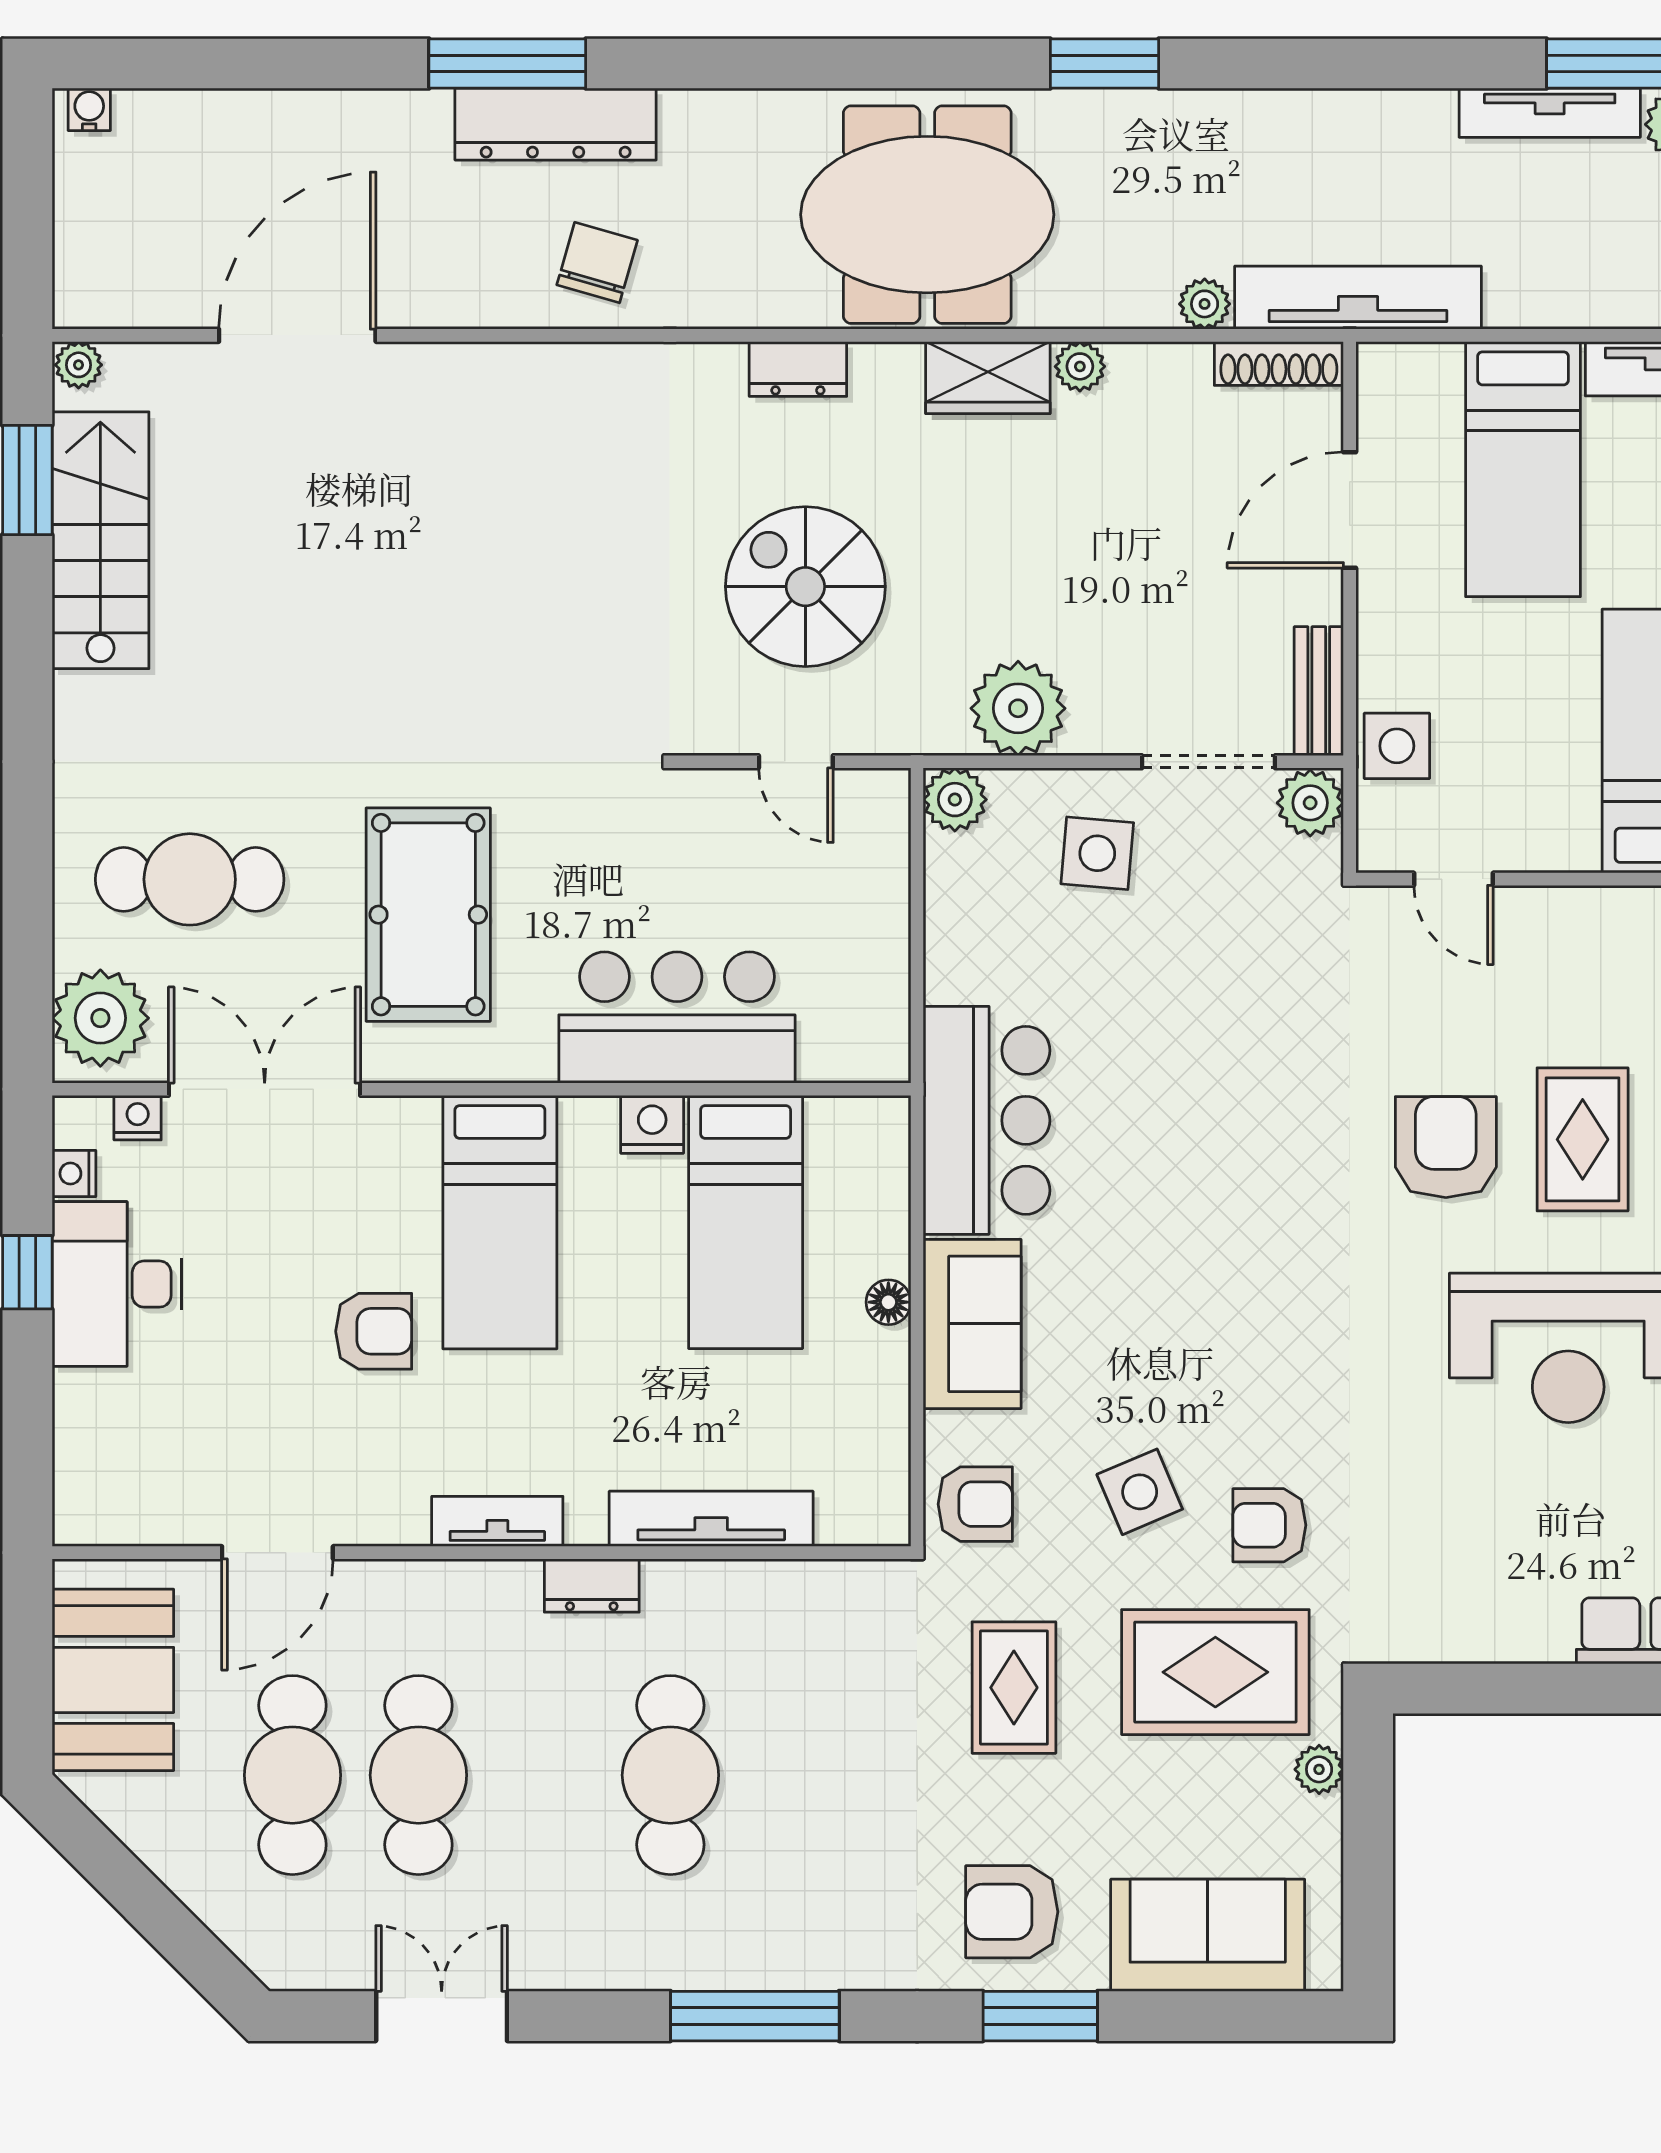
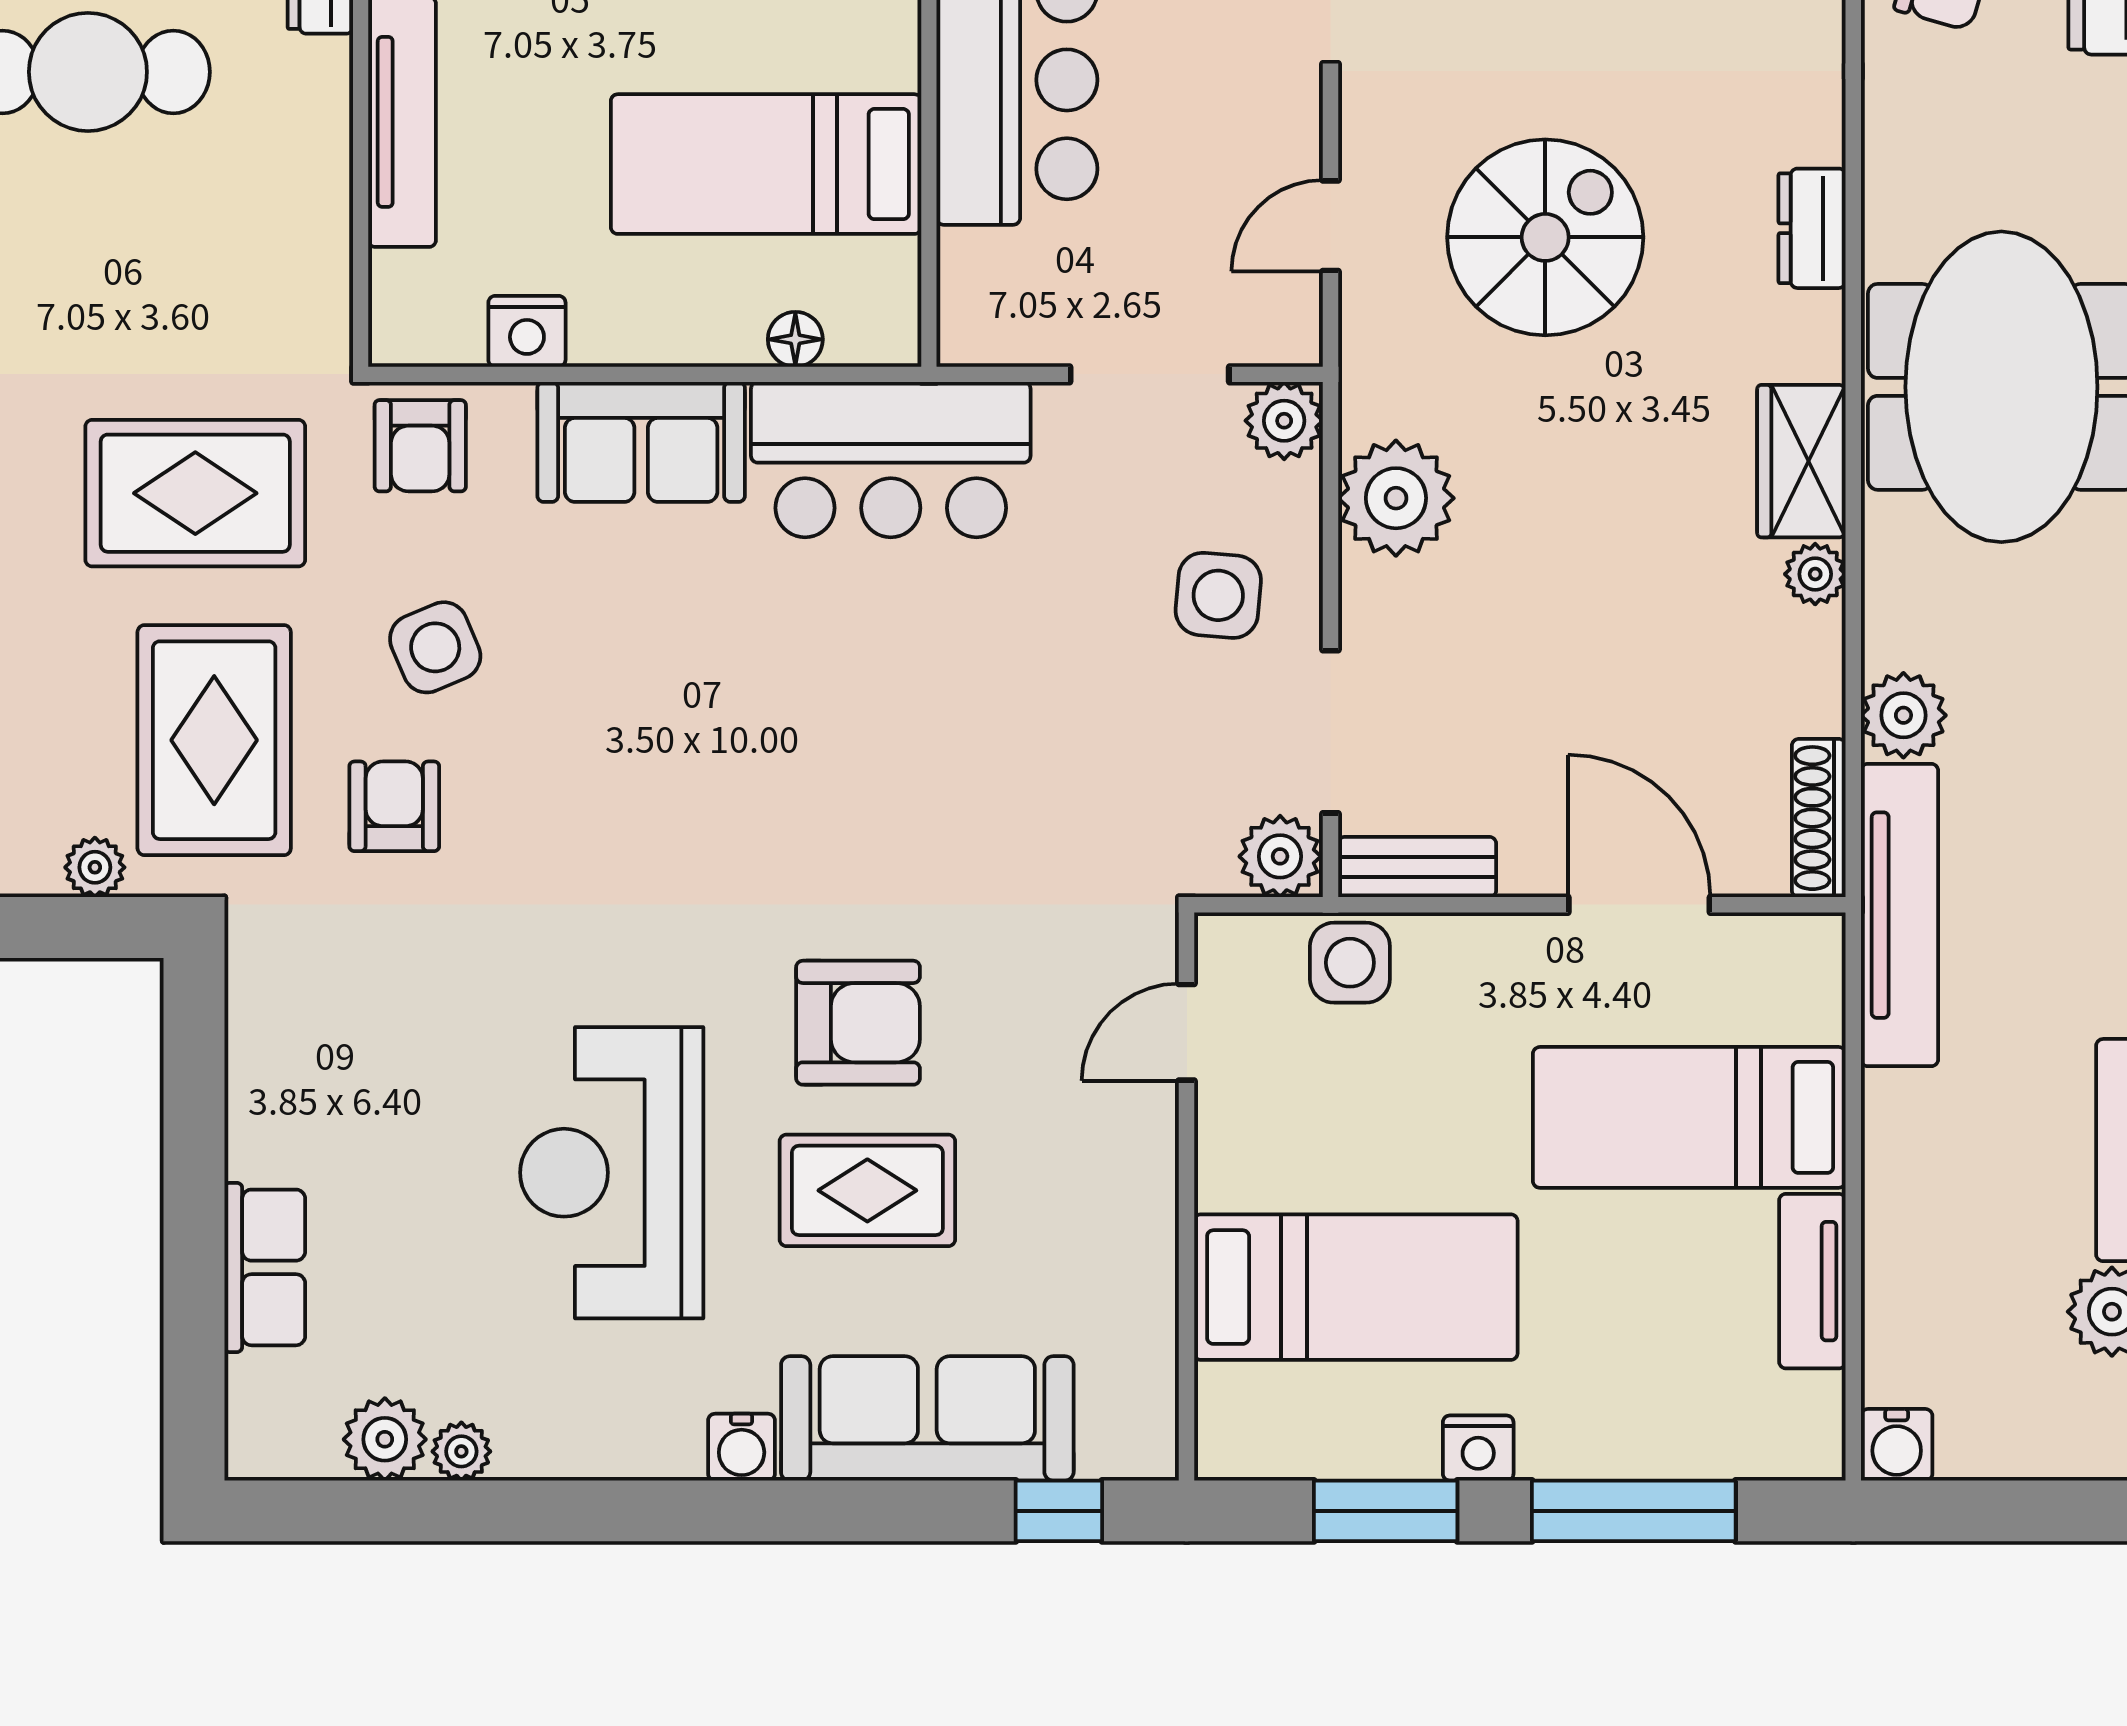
plant: (1205, 304) -> (1903, 715), width x1.38, depth x1.38
doorway: (917, 909) -> (1150, 374), added
nightstand: (652, 1124) -> (527, 331), moved, turned 90
floor lamp: (888, 1302) -> (795, 339), moved
rug: (1014, 1688) -> (195, 493), width x1.36, depth x1.43

